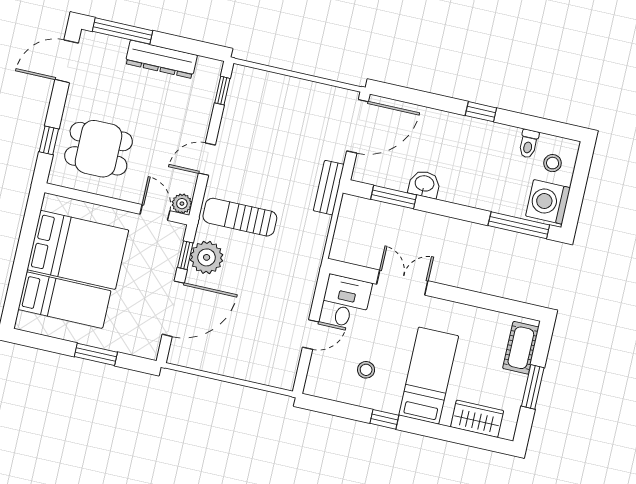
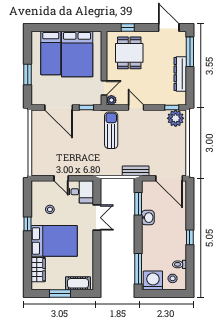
plant: (207, 257) -> (176, 118), moved
bed: (429, 376) -> (54, 241), width x1.50

